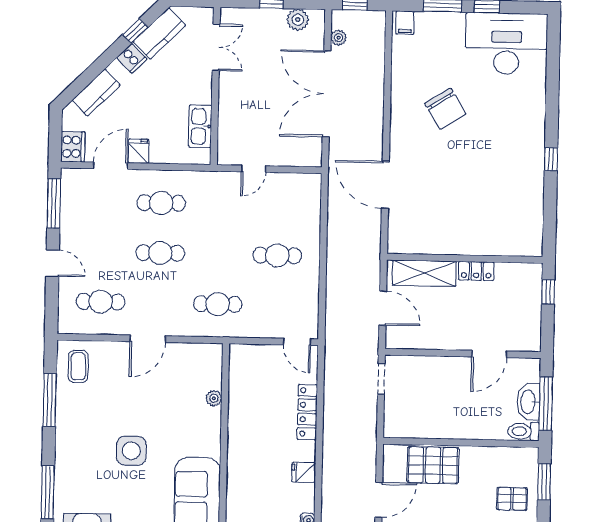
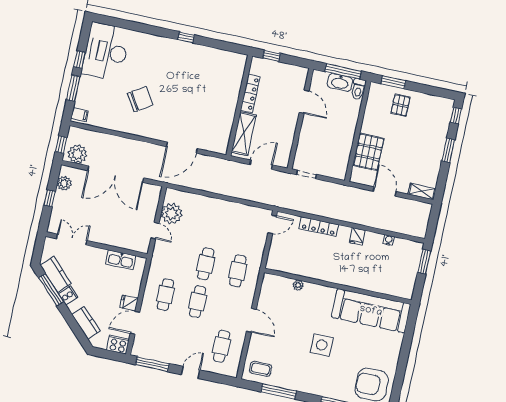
window: (135, 31) -> (51, 290), width x2.17
plant: (339, 38) -> (77, 154), width x1.88, depth x1.88
door: (110, 166) -> (135, 323), hinge flipped
plant: (284, 189) -> (172, 214), added
cafe table: (277, 255) -> (206, 264), moved
locker: (476, 271) -> (250, 93), width x1.53

